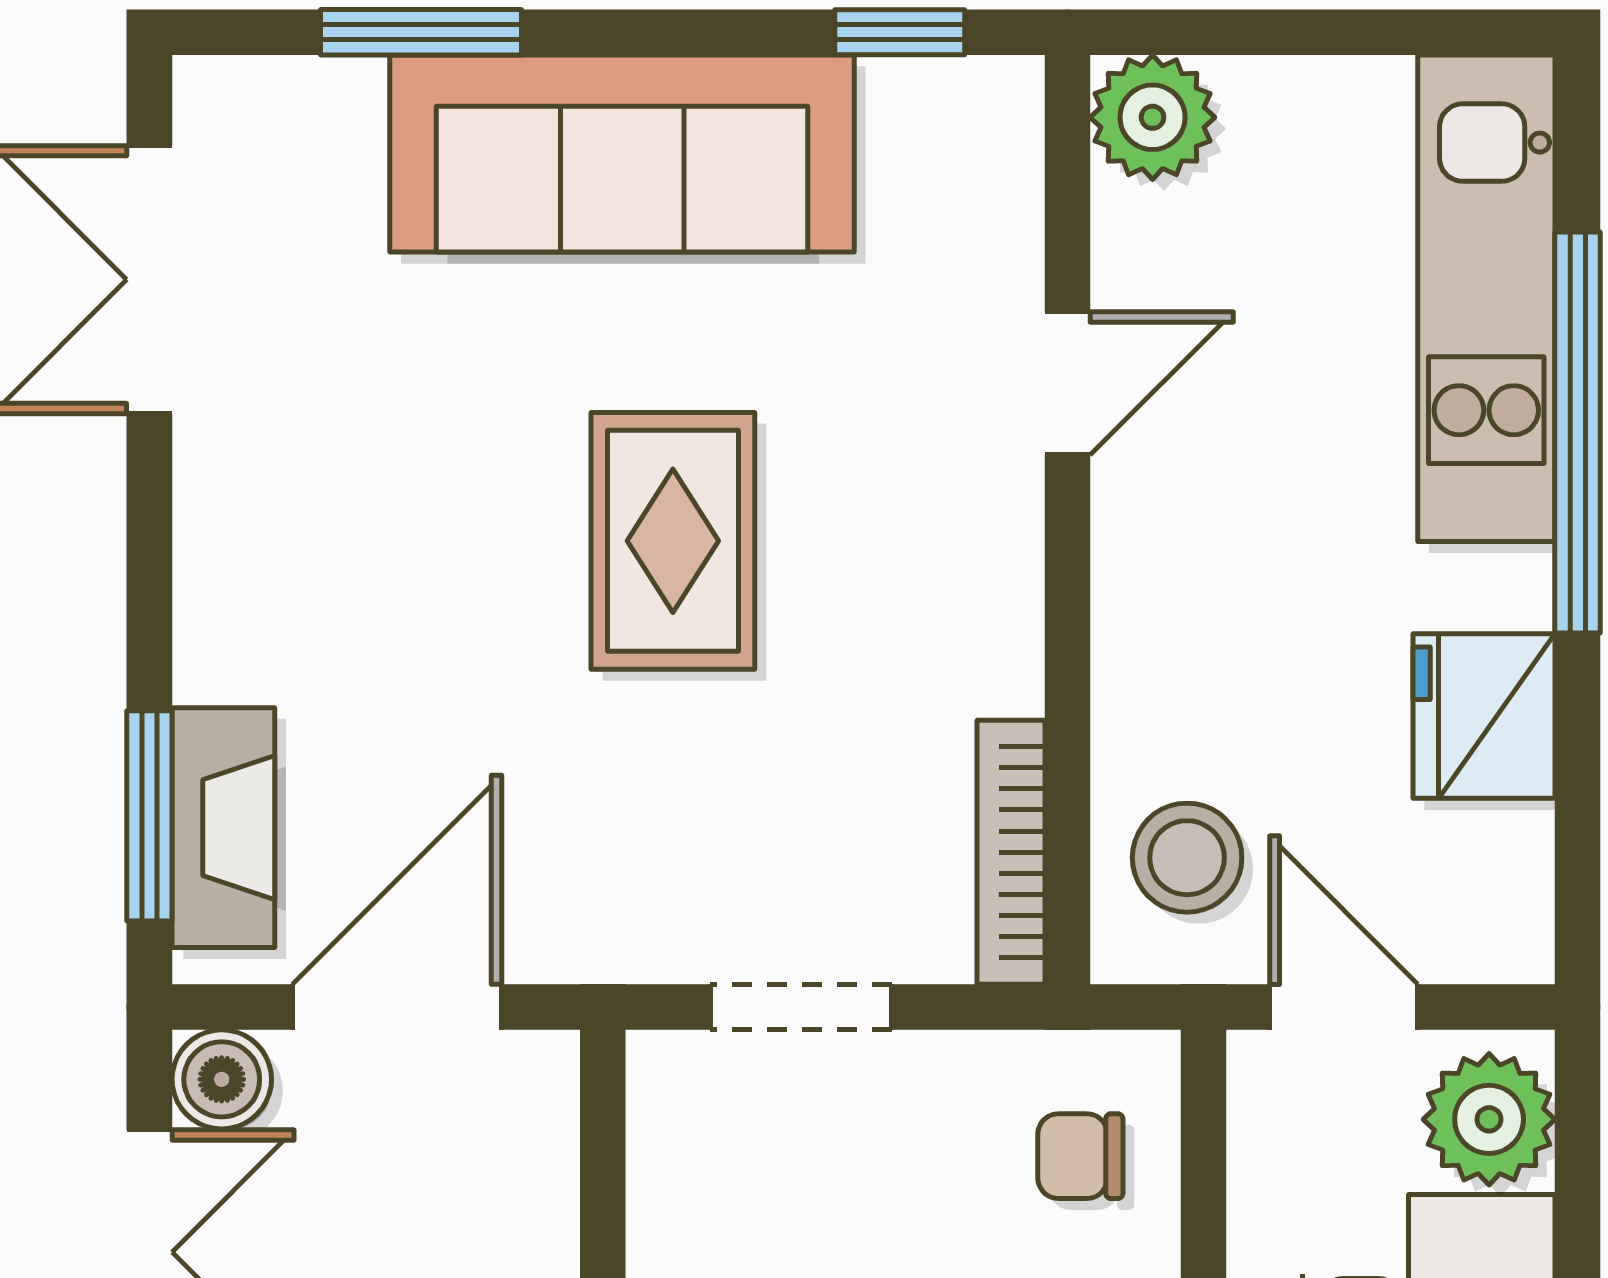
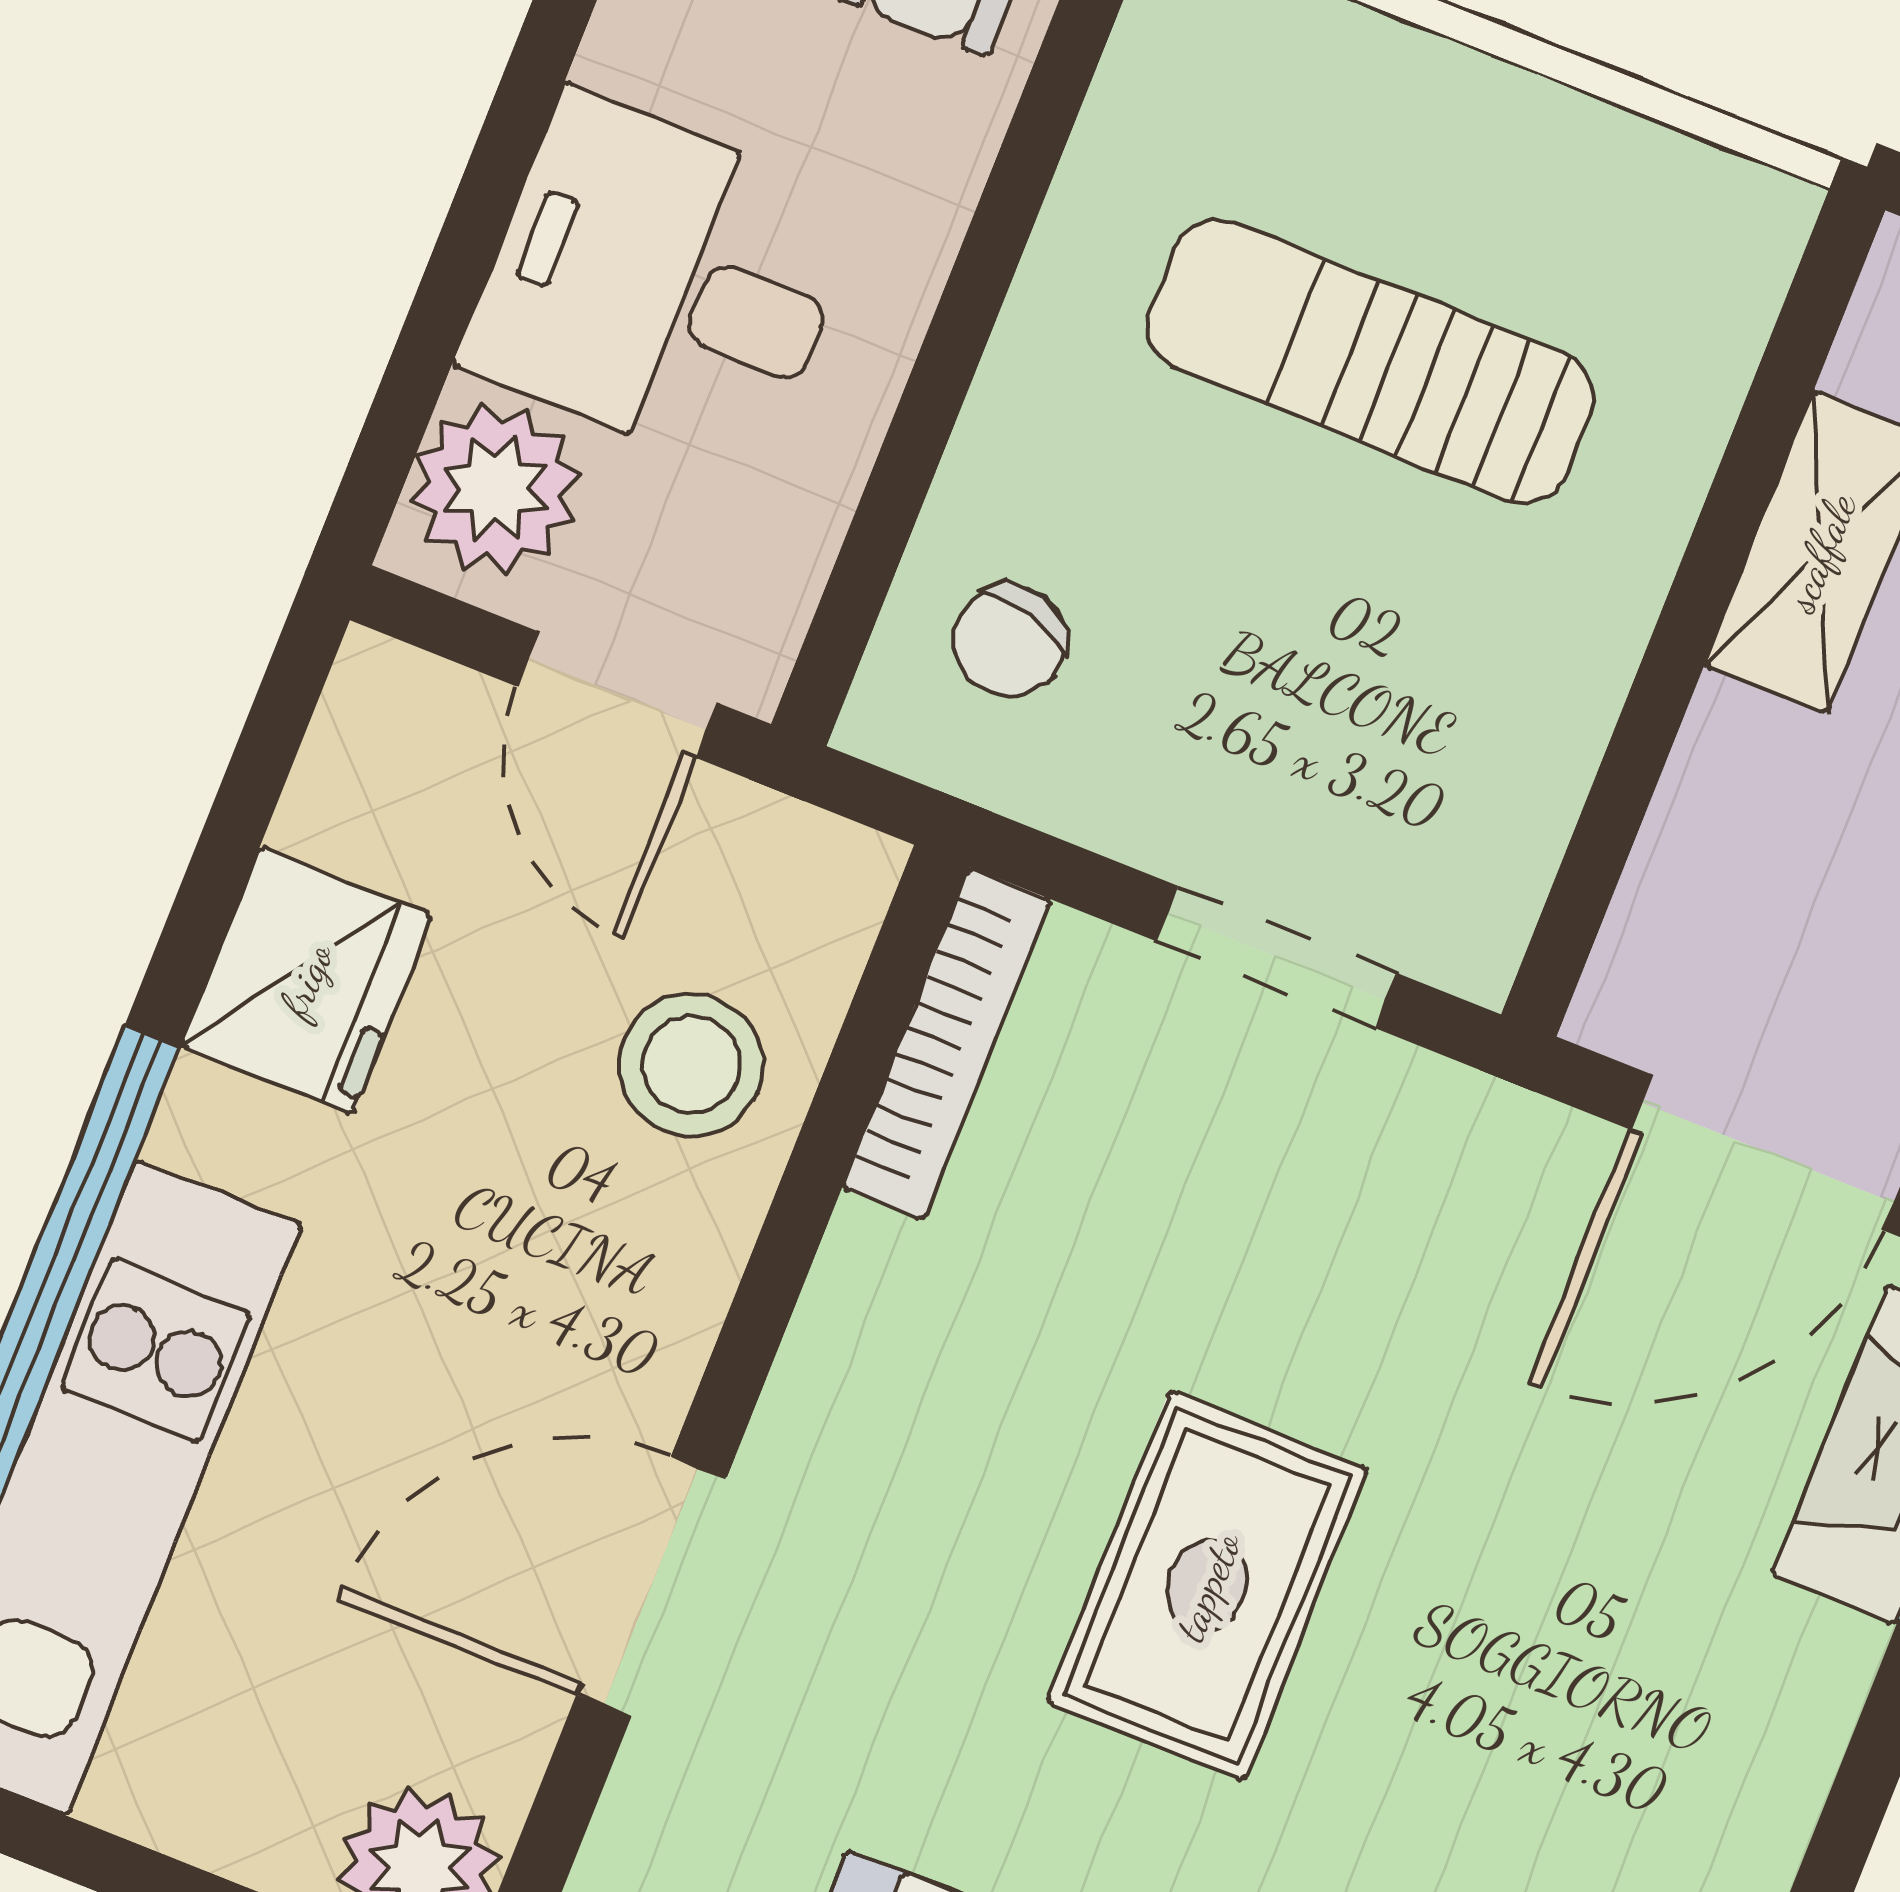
door: (1068, 383) -> (651, 1586), width x1.38
stool: (1187, 858) -> (691, 1065), moved
chair: (1080, 1156) -> (1010, 641), turned 106

